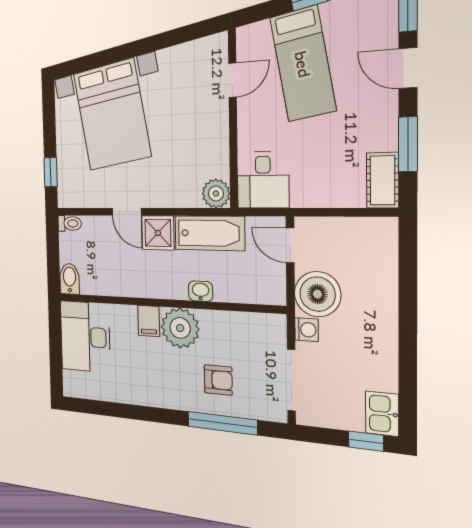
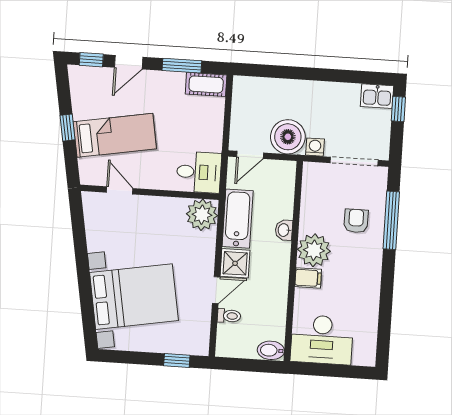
plant: (216, 194) -> (202, 215), width x1.36, depth x1.36
toilet: (70, 223) -> (229, 316), moved, turned 90

